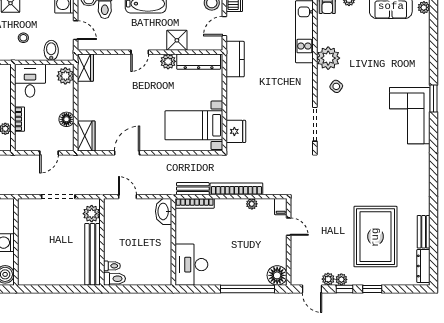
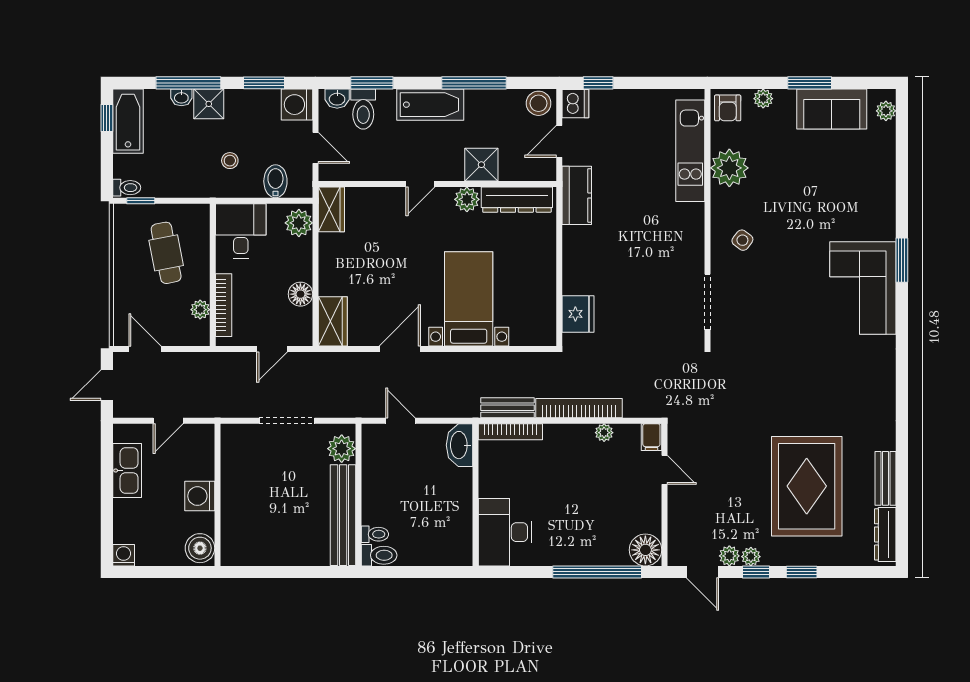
plant: (328, 58) -> (729, 168), moved
bookcase: (20, 119) -> (224, 305), width x1.56
bed with nightstands: (194, 125) -> (469, 299), moved, turned 90

